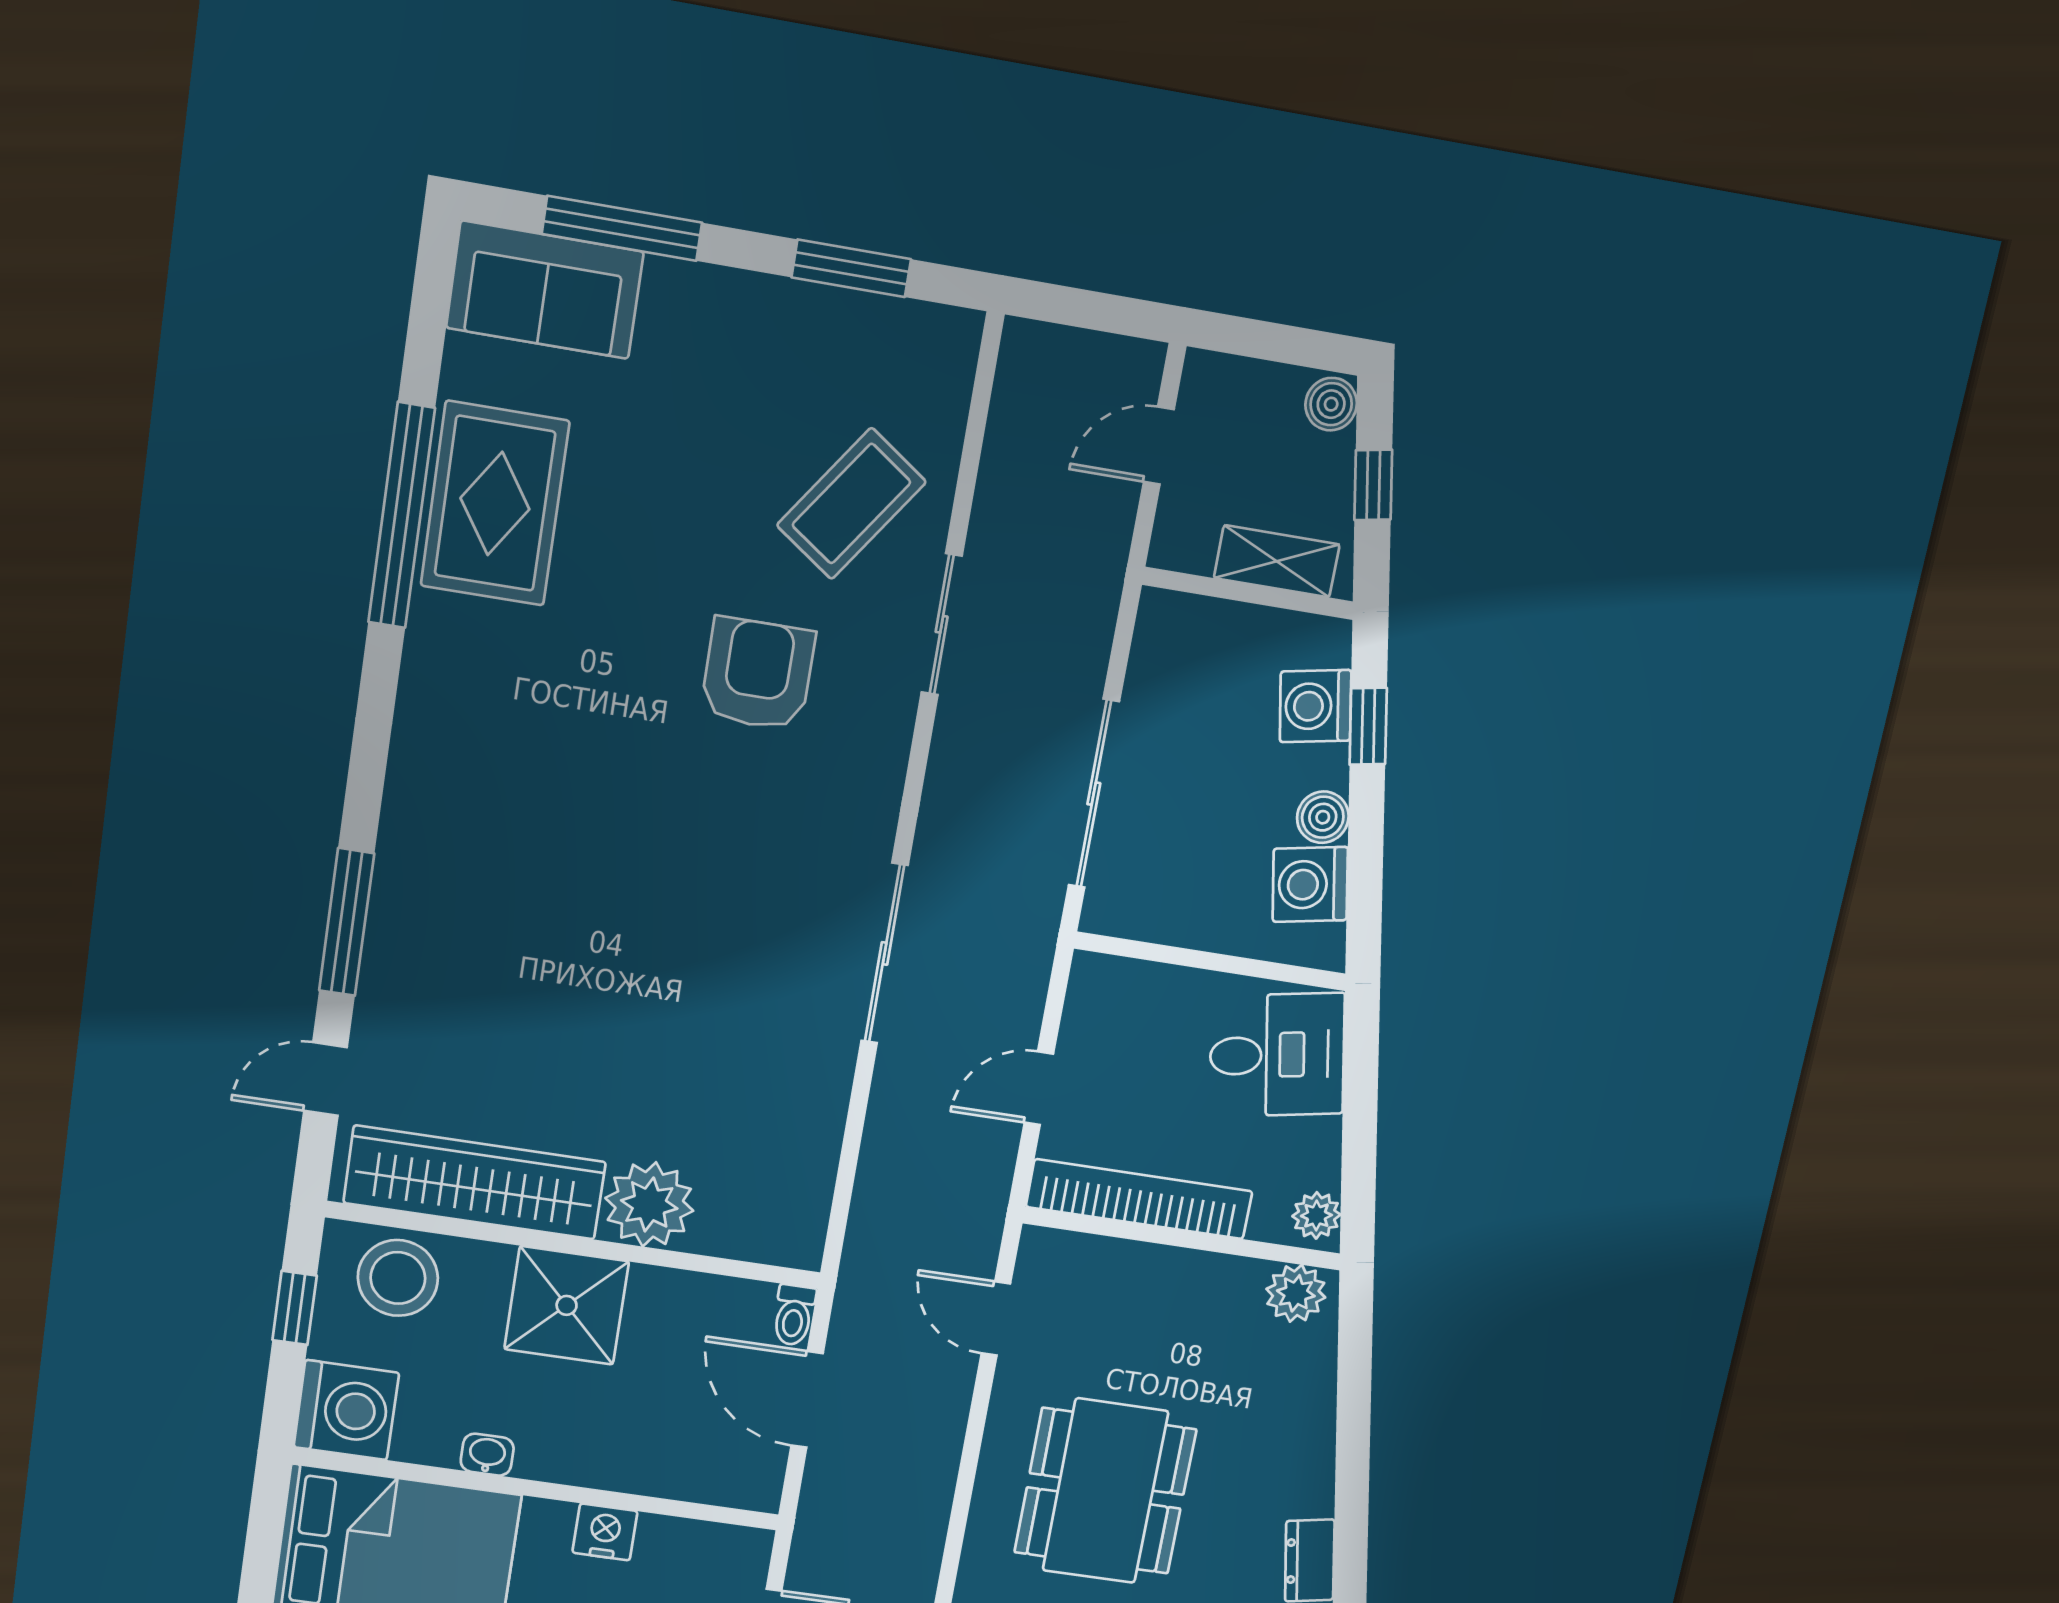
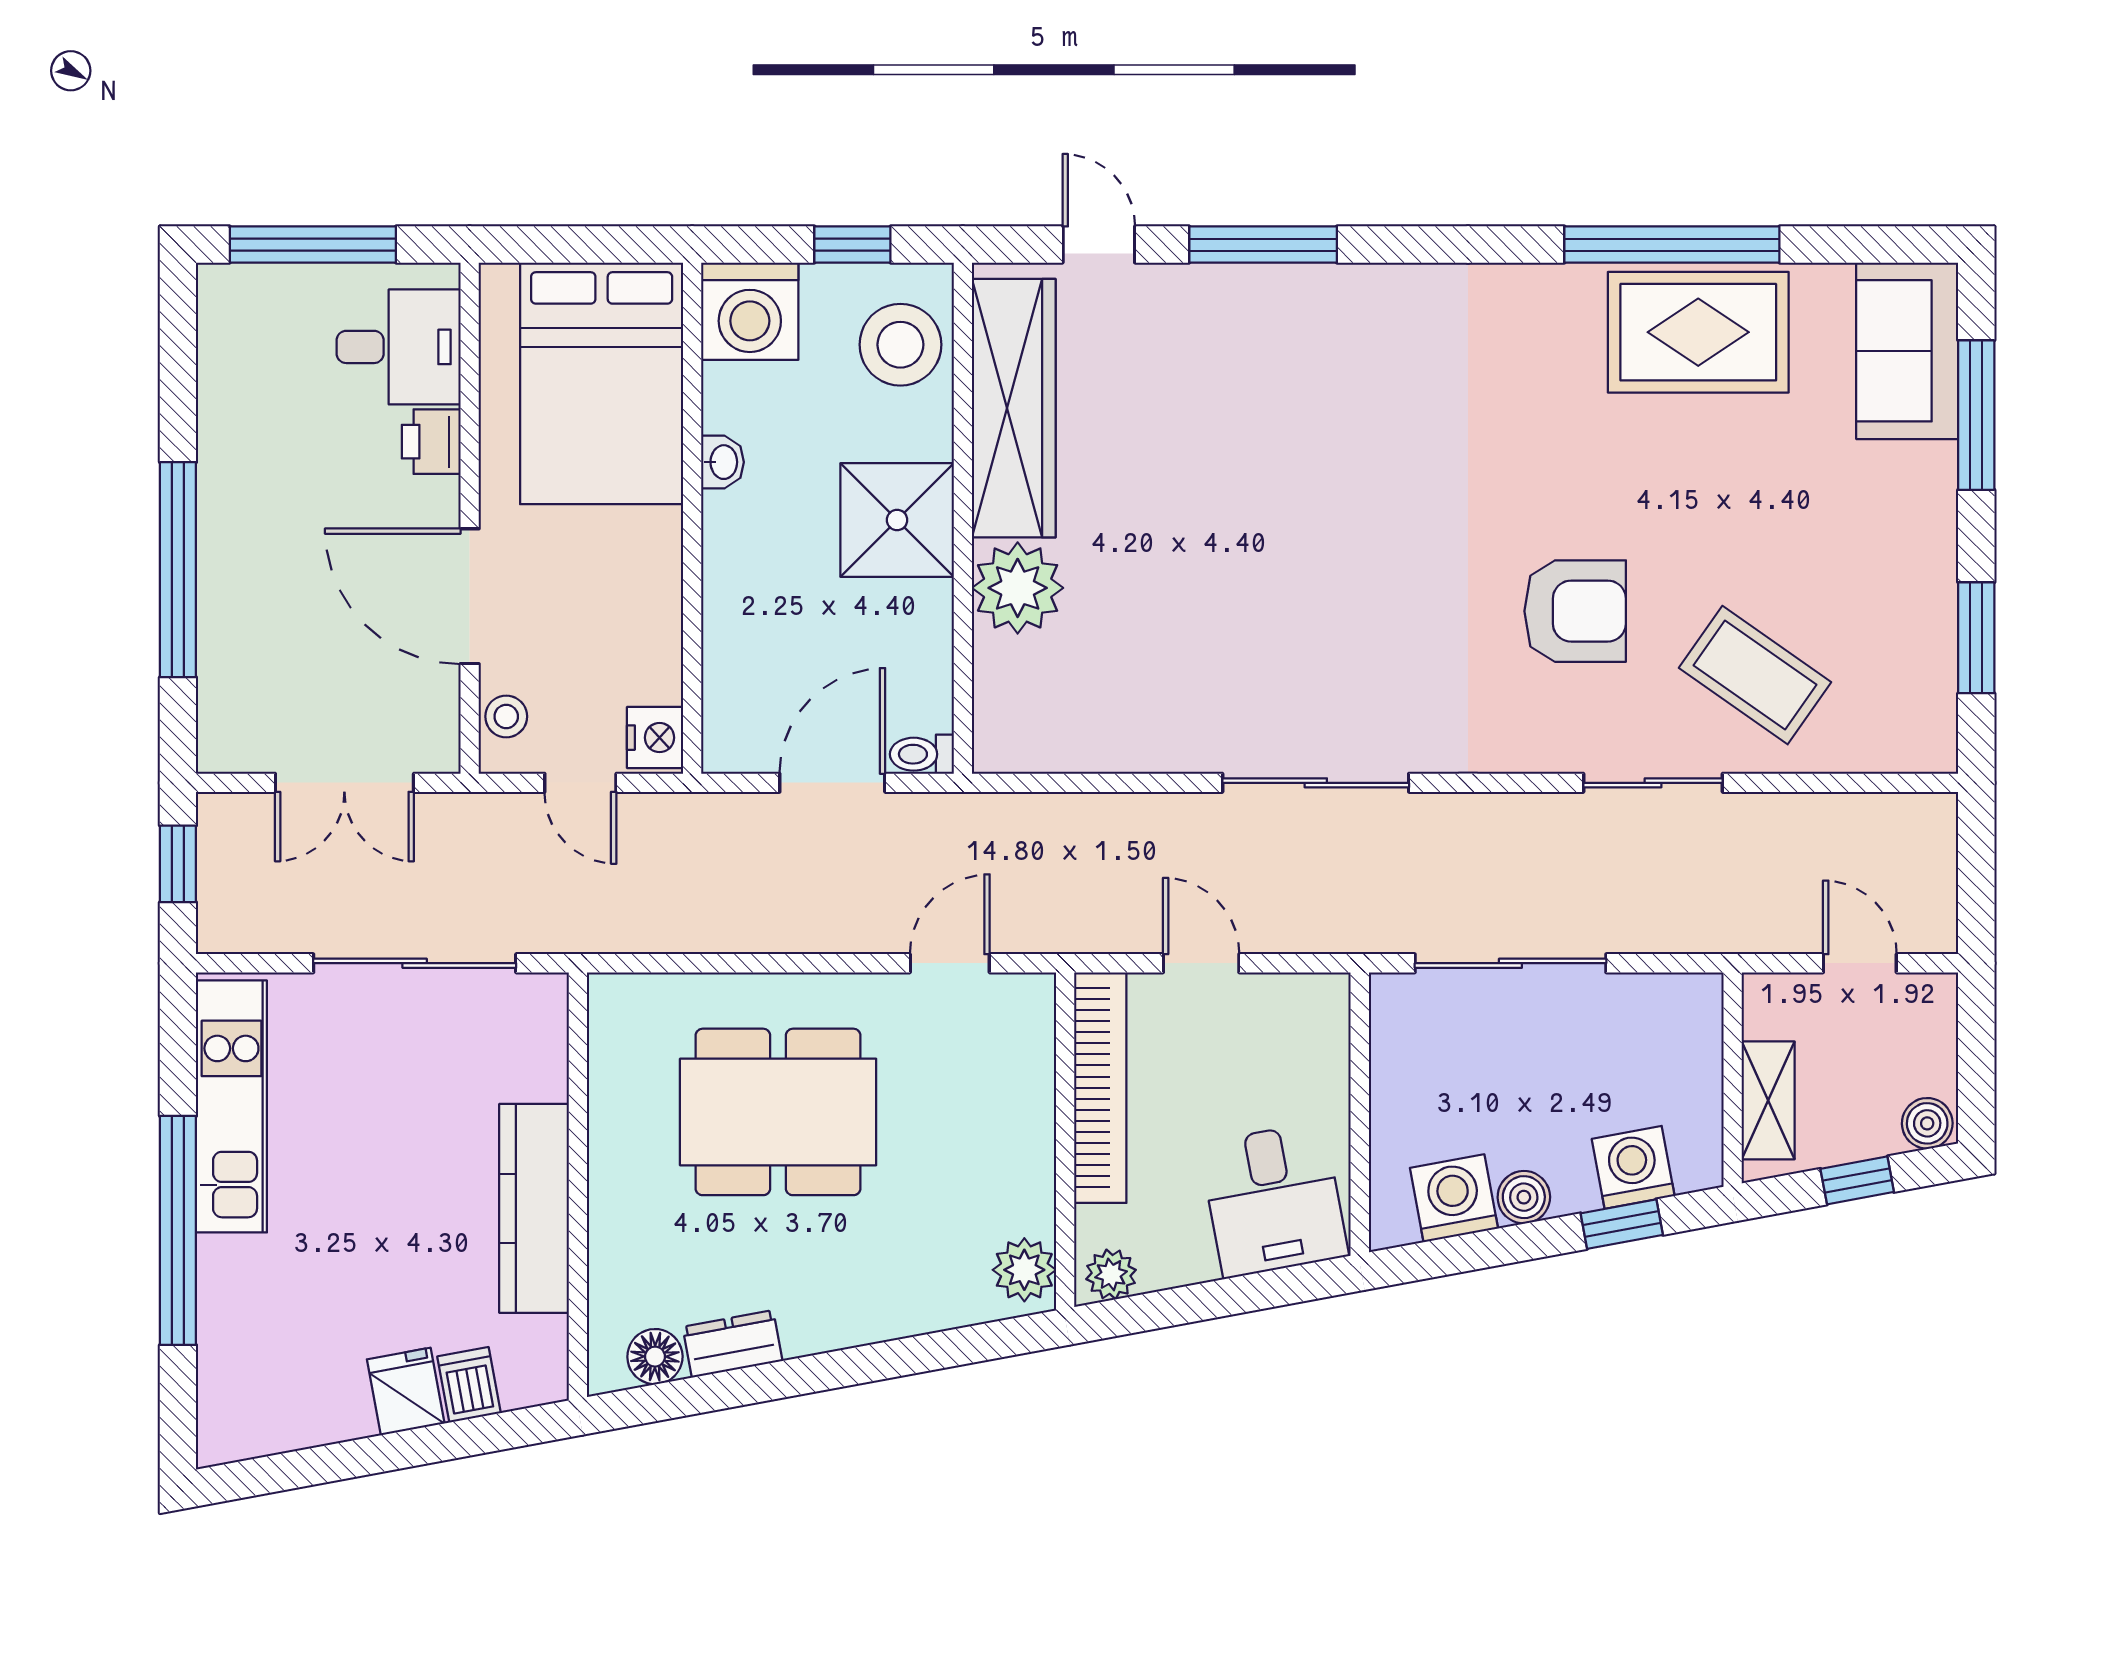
nightstand: (605, 1532) -> (655, 738), moved

